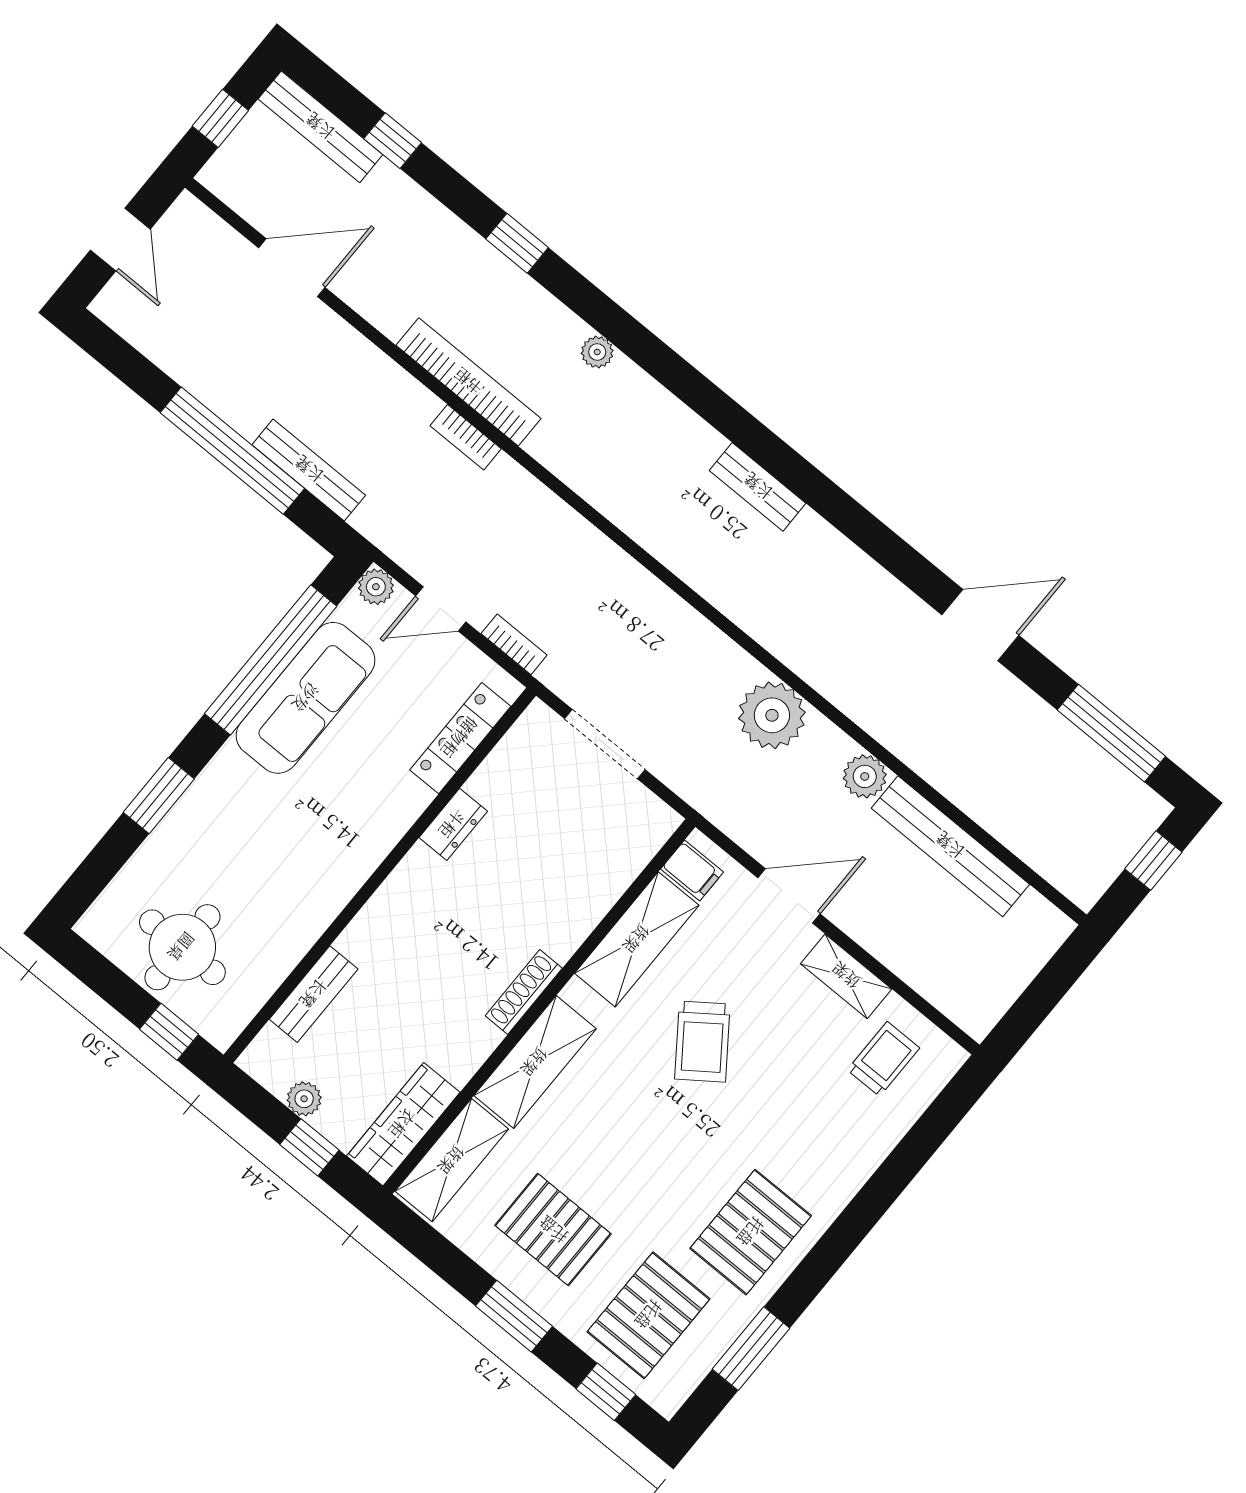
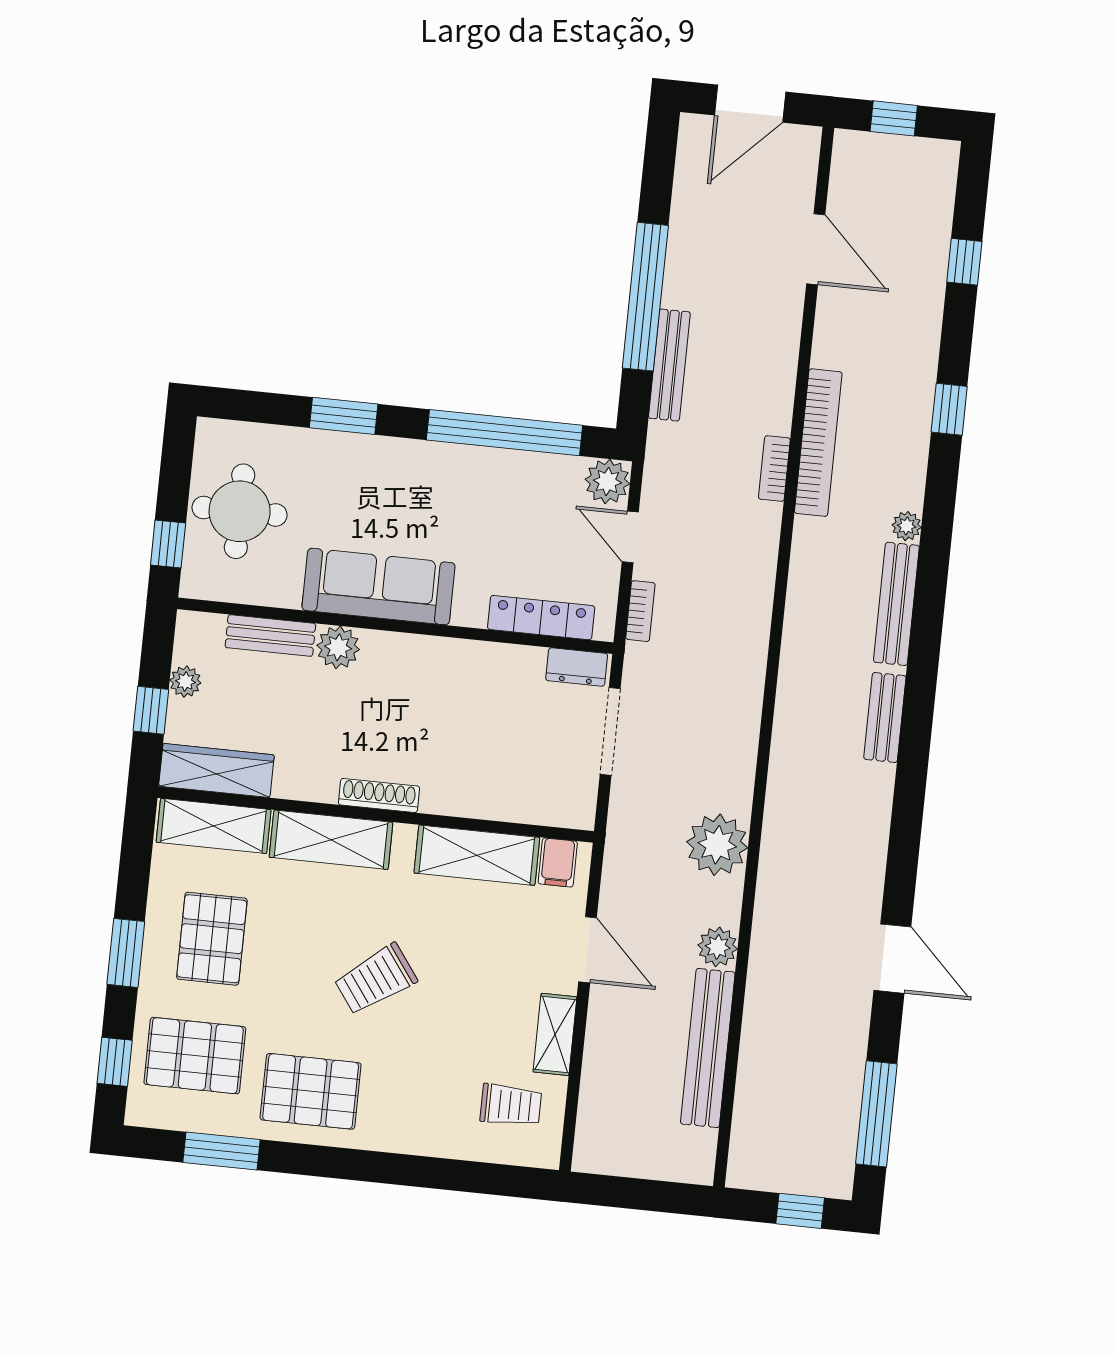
bench: (320, 127) -> (896, 604), moved
door: (120, 240) -> (750, 104), width x1.38
plant: (376, 587) -> (607, 481), width x1.38, depth x1.38
sofa: (306, 698) -> (378, 587), moved, turned 180
dresser: (453, 824) -> (577, 667), moved
plant: (365, 940) -> (338, 647), added
trolley: (702, 1042) -> (376, 979), moved

